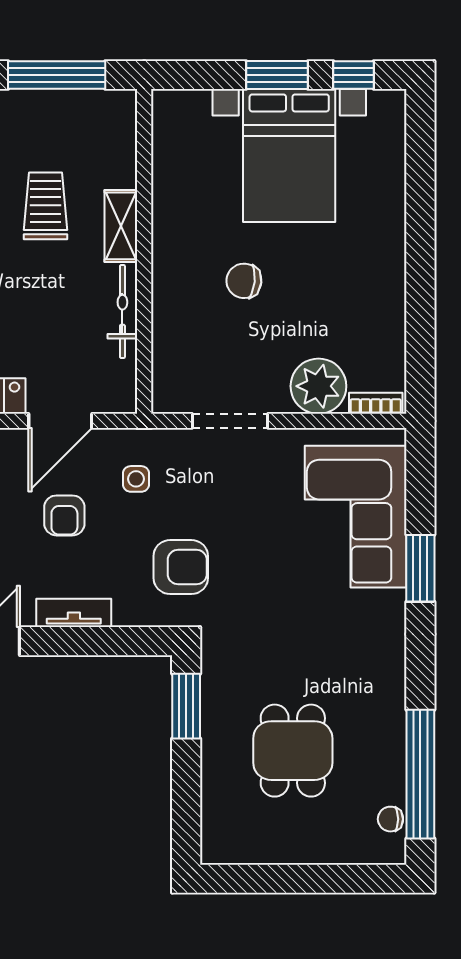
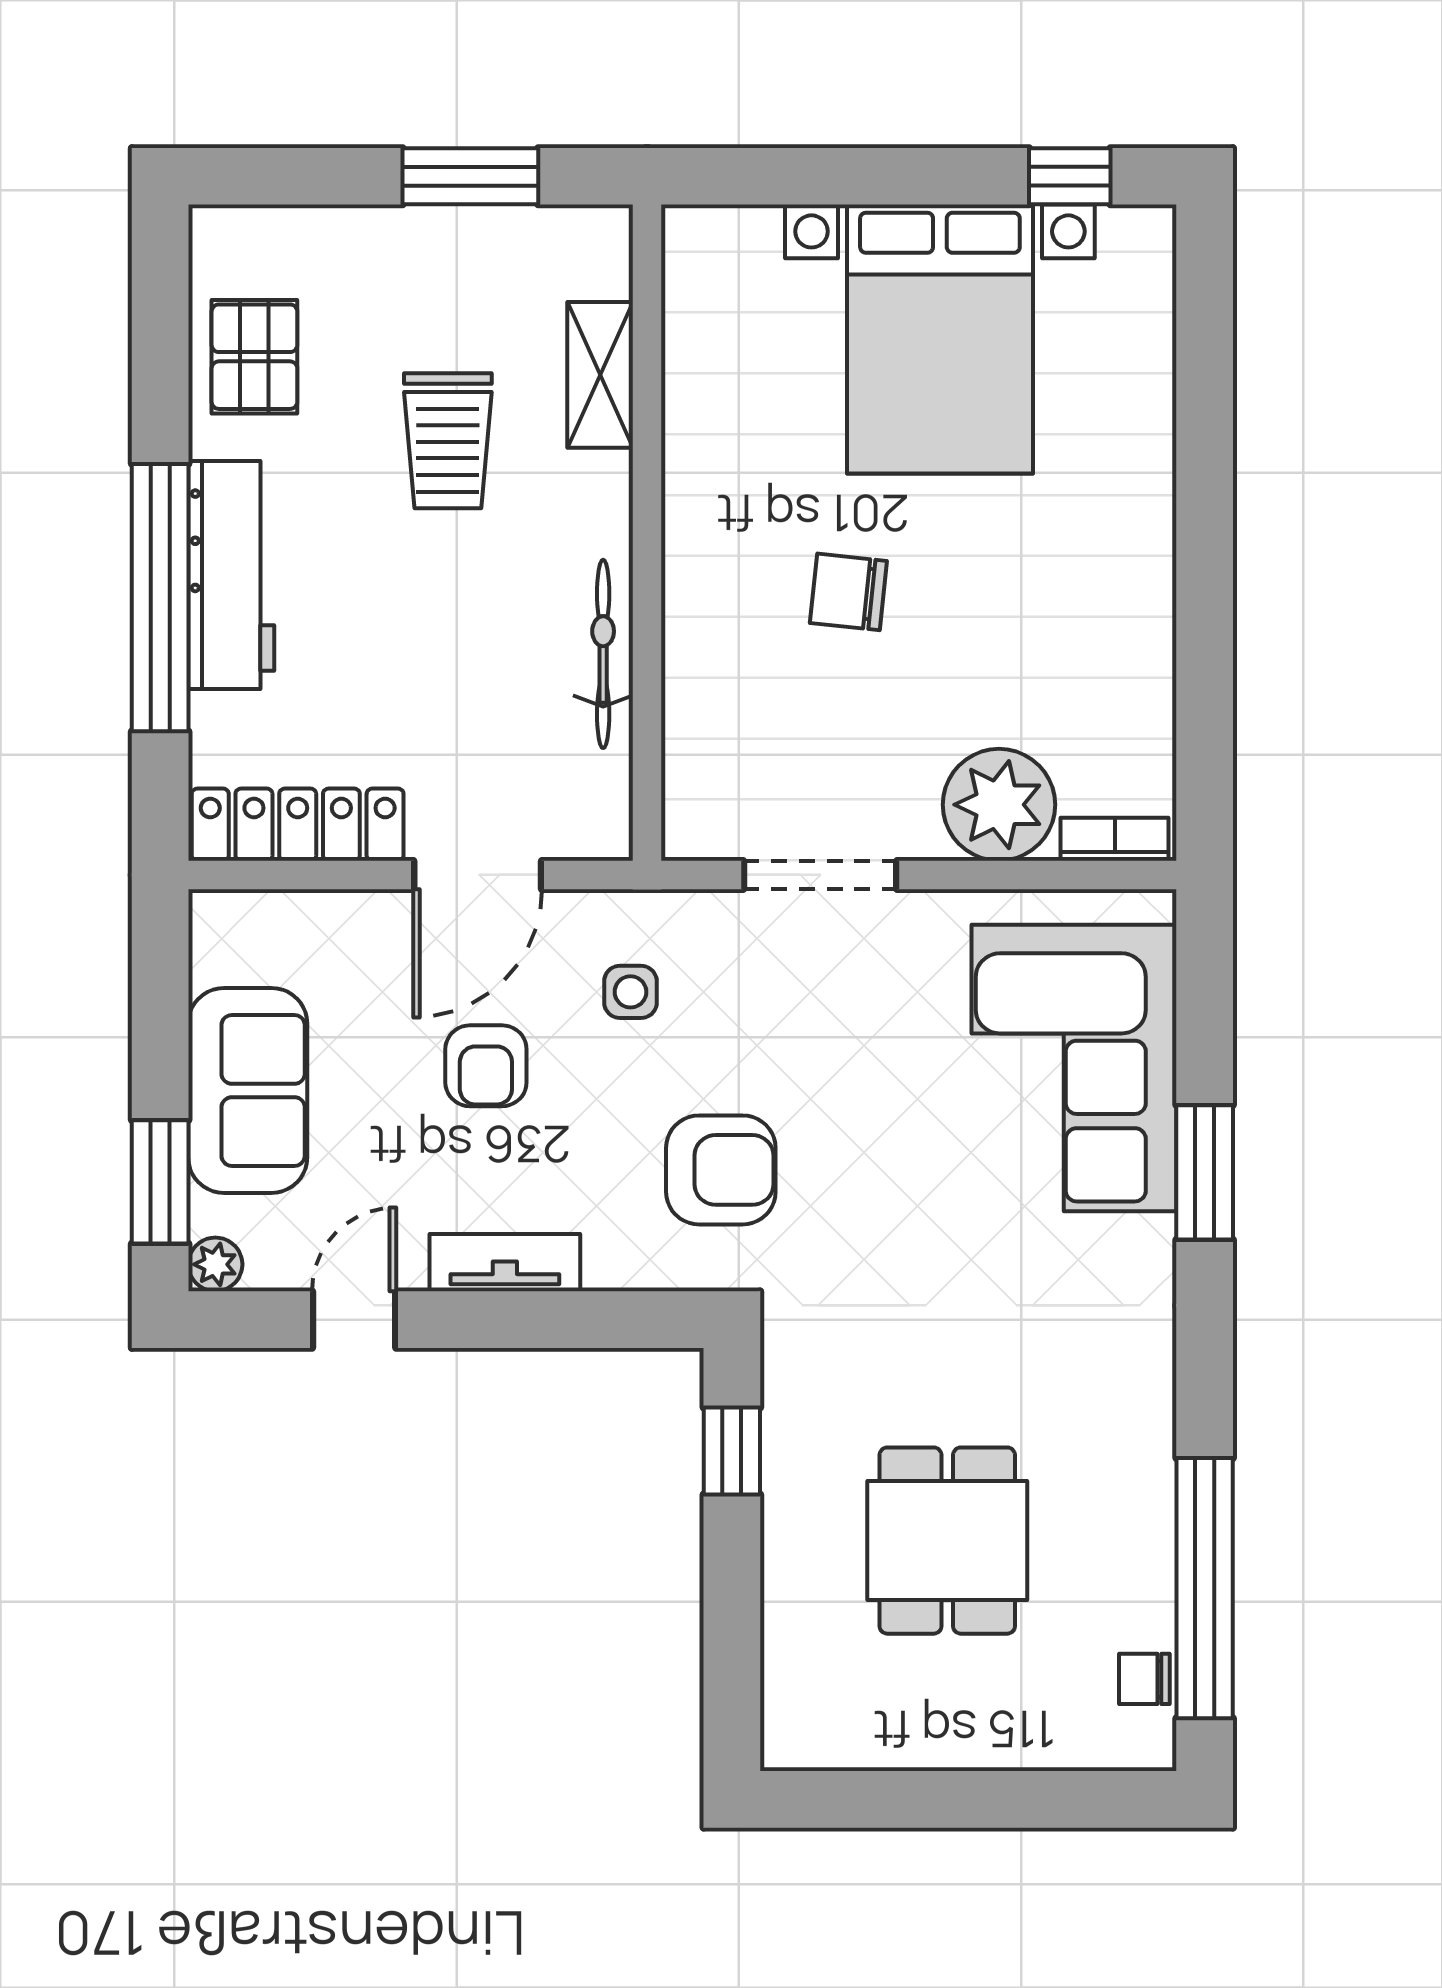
window: (57, 75) -> (470, 176), width x0.69
window: (277, 75) -> (915, 176), removed
trolley: (46, 206) -> (448, 441), turned 180
shelving: (121, 226) -> (600, 375), moved
window: (186, 706) -> (732, 1451), width x0.67

